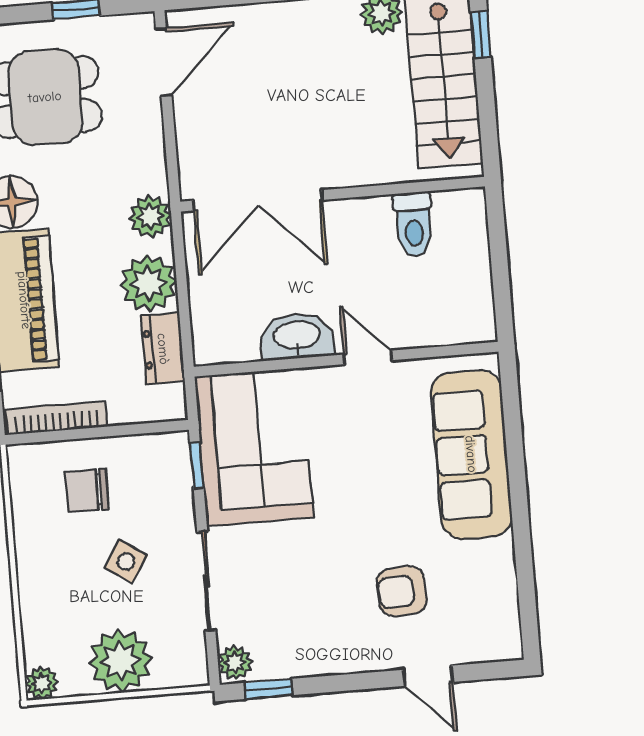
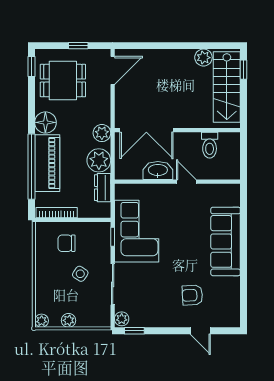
washbasin: (297, 336) -> (158, 171), moved
door: (368, 357) -> (186, 182), moved
wall: (346, 359) -> (177, 182), moved
plant: (120, 661) -> (69, 320), width x0.53, depth x0.53

